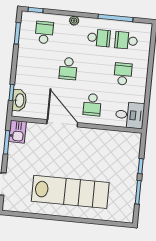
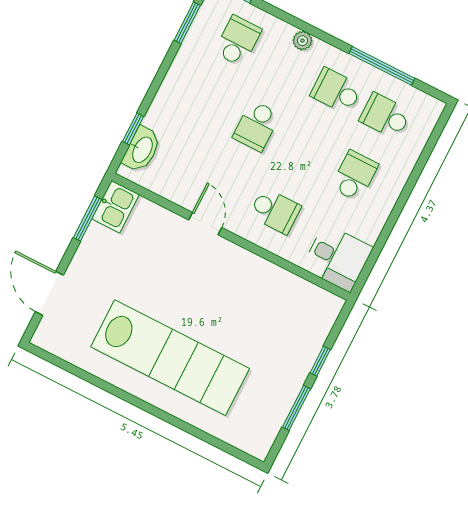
school desk: (99, 38) -> (336, 91), turned 180
school desk: (92, 105) -> (275, 211), turned -90
door: (62, 123) -> (205, 224), width x0.53

